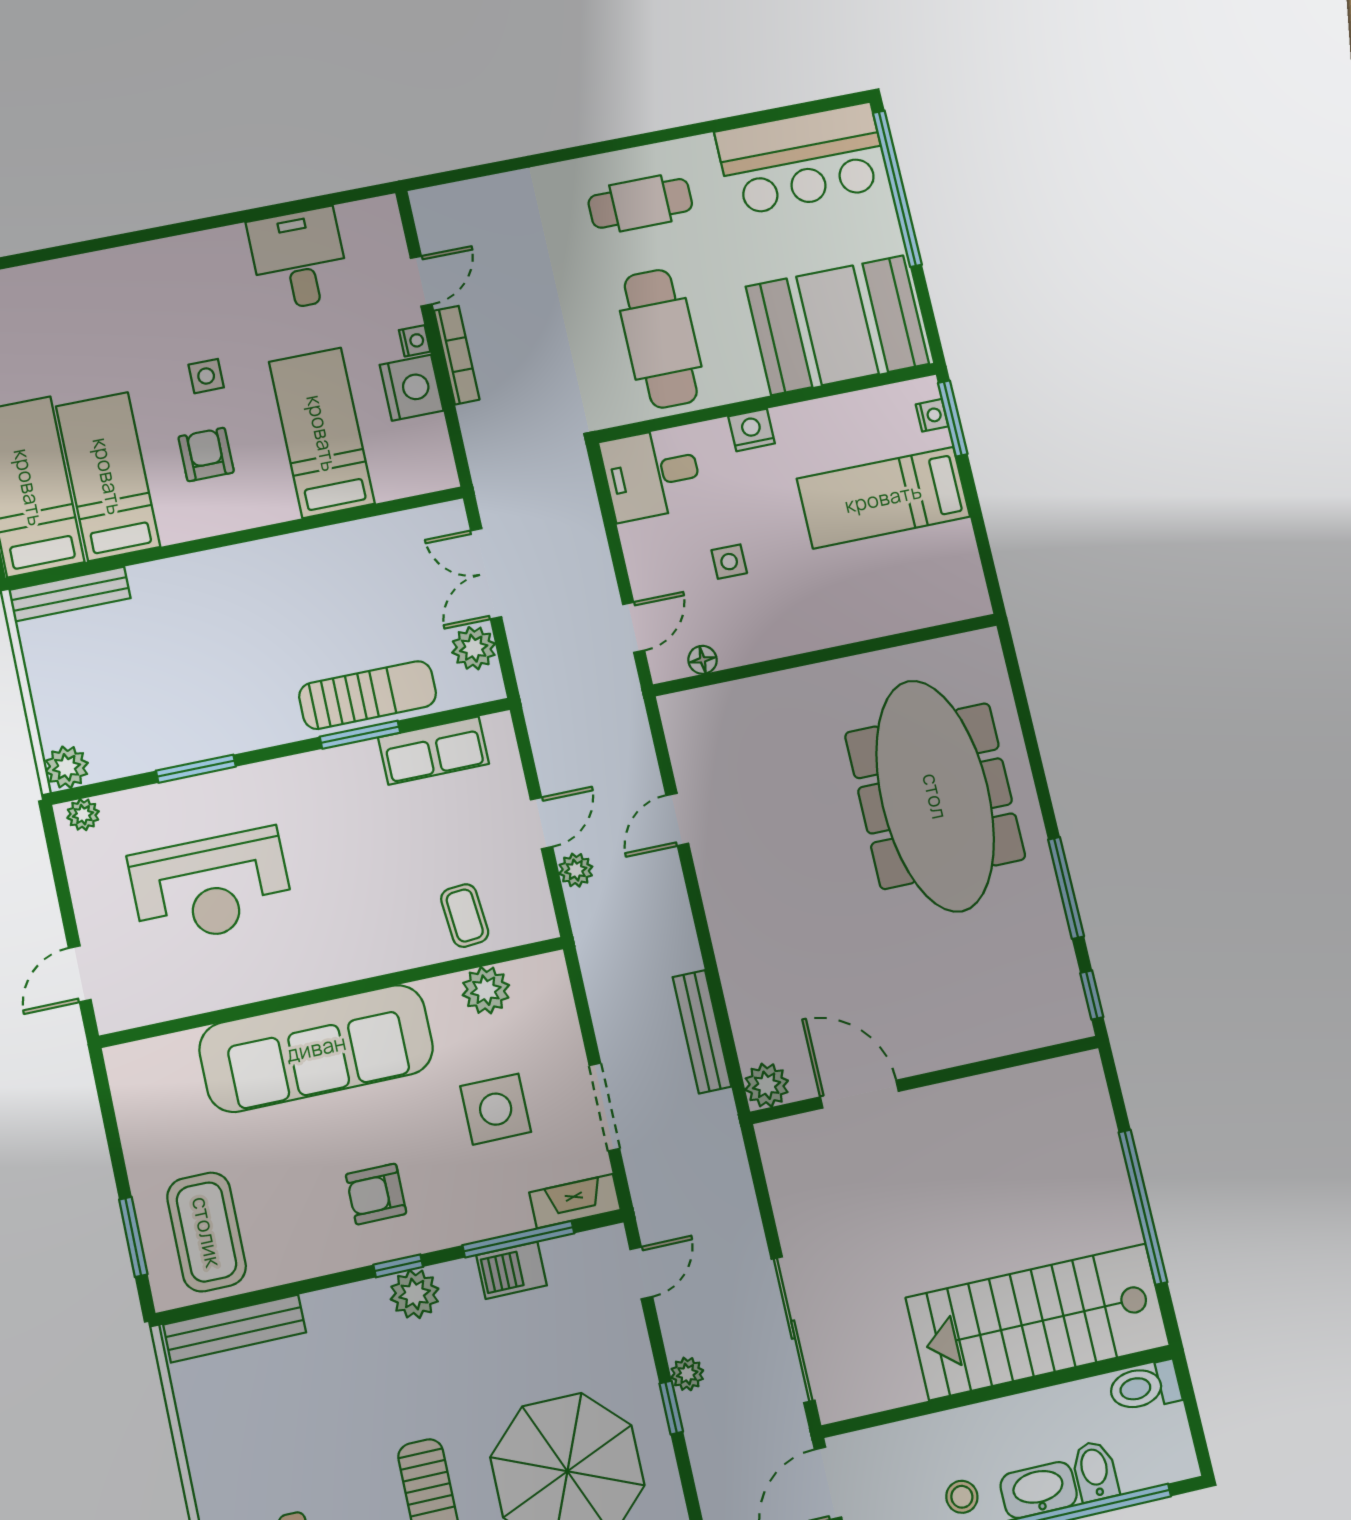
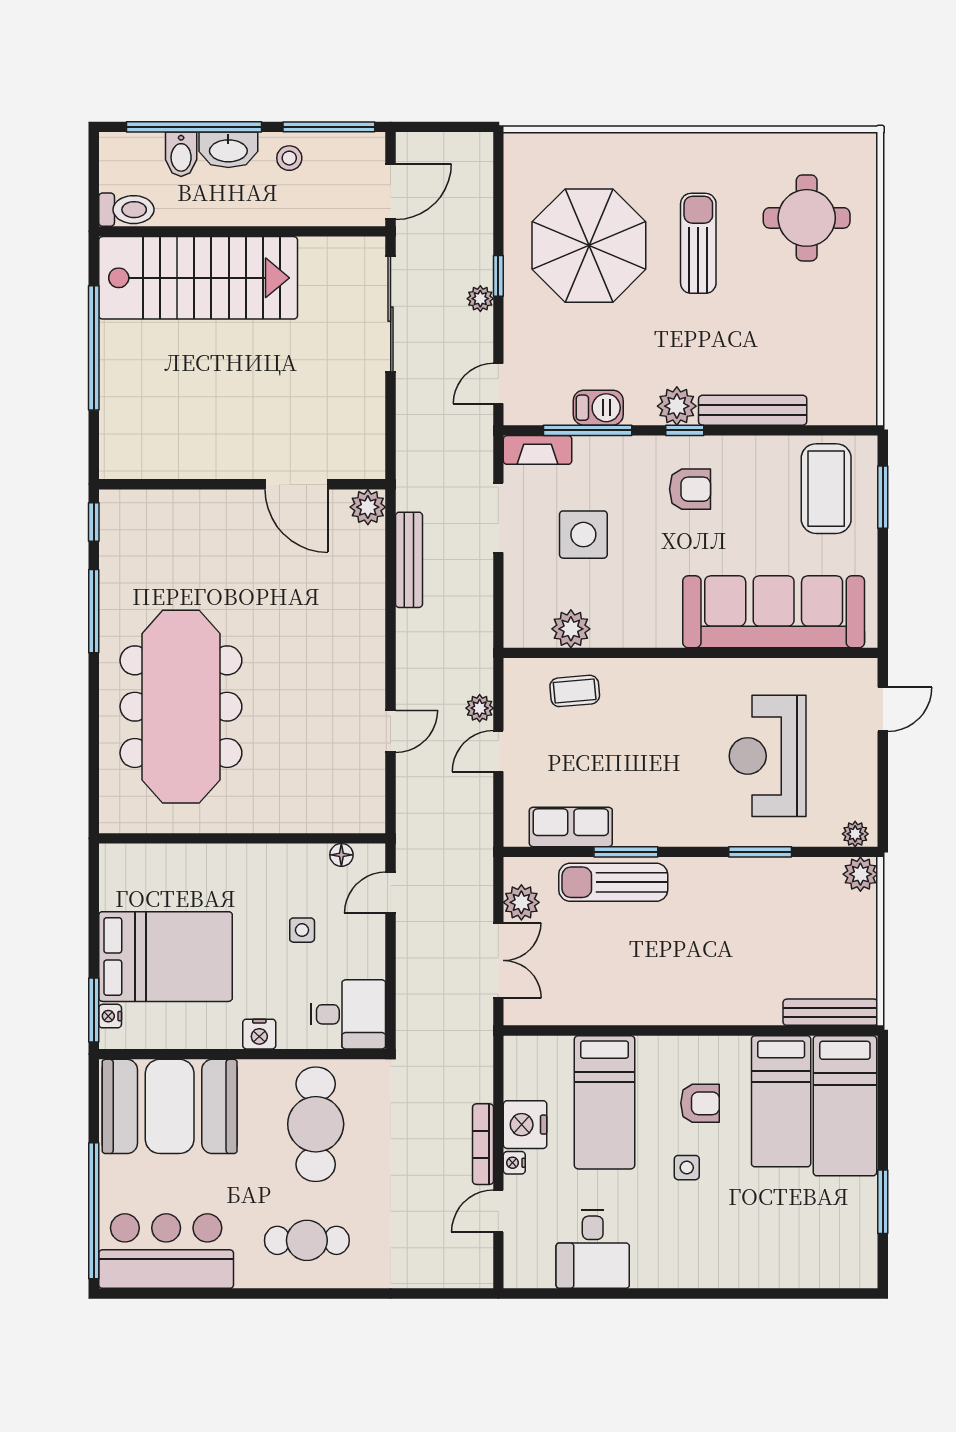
armchair: (206, 454) -> (700, 1103), turned -90
bed: (883, 498) -> (166, 957), width x1.50
reception desk: (211, 887) -> (768, 756), turned -90
coffee table: (465, 916) -> (575, 691), turned 90
sofa: (316, 1048) -> (774, 612), moved
bench: (235, 1329) -> (753, 410), moved

